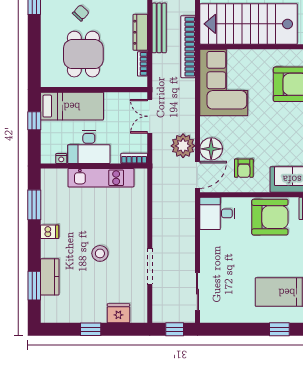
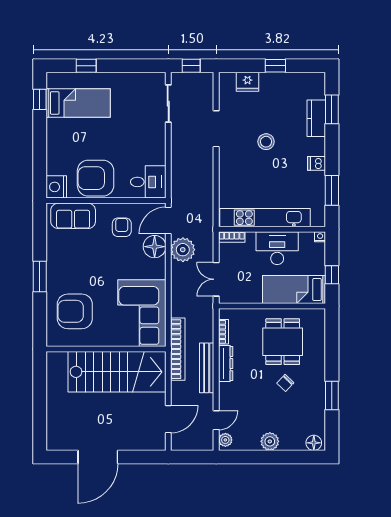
double door: (150, 116) -> (216, 279), swing flipped
nightstand: (61, 159) -> (320, 237), moved
kitchen unit: (101, 178) -> (265, 218), width x1.36

